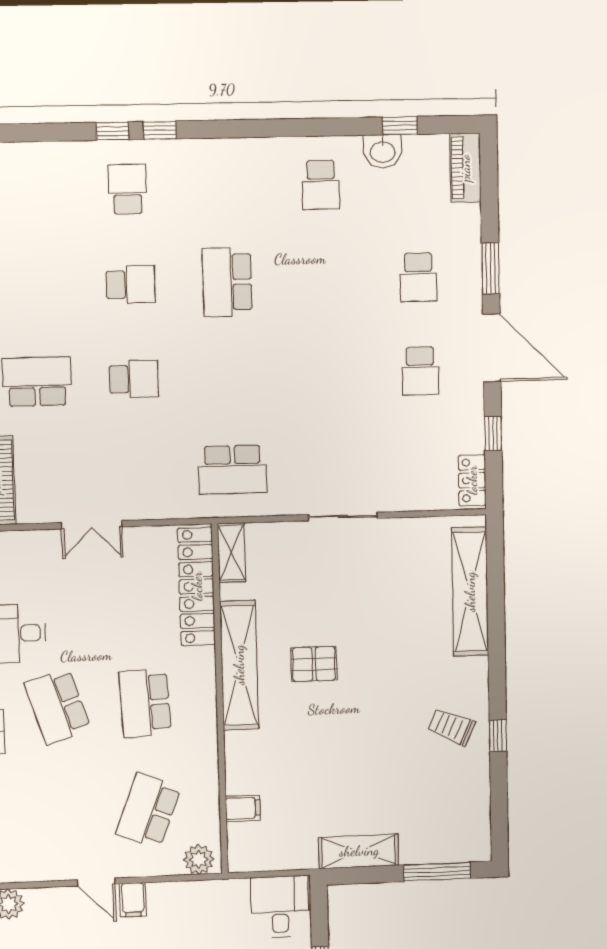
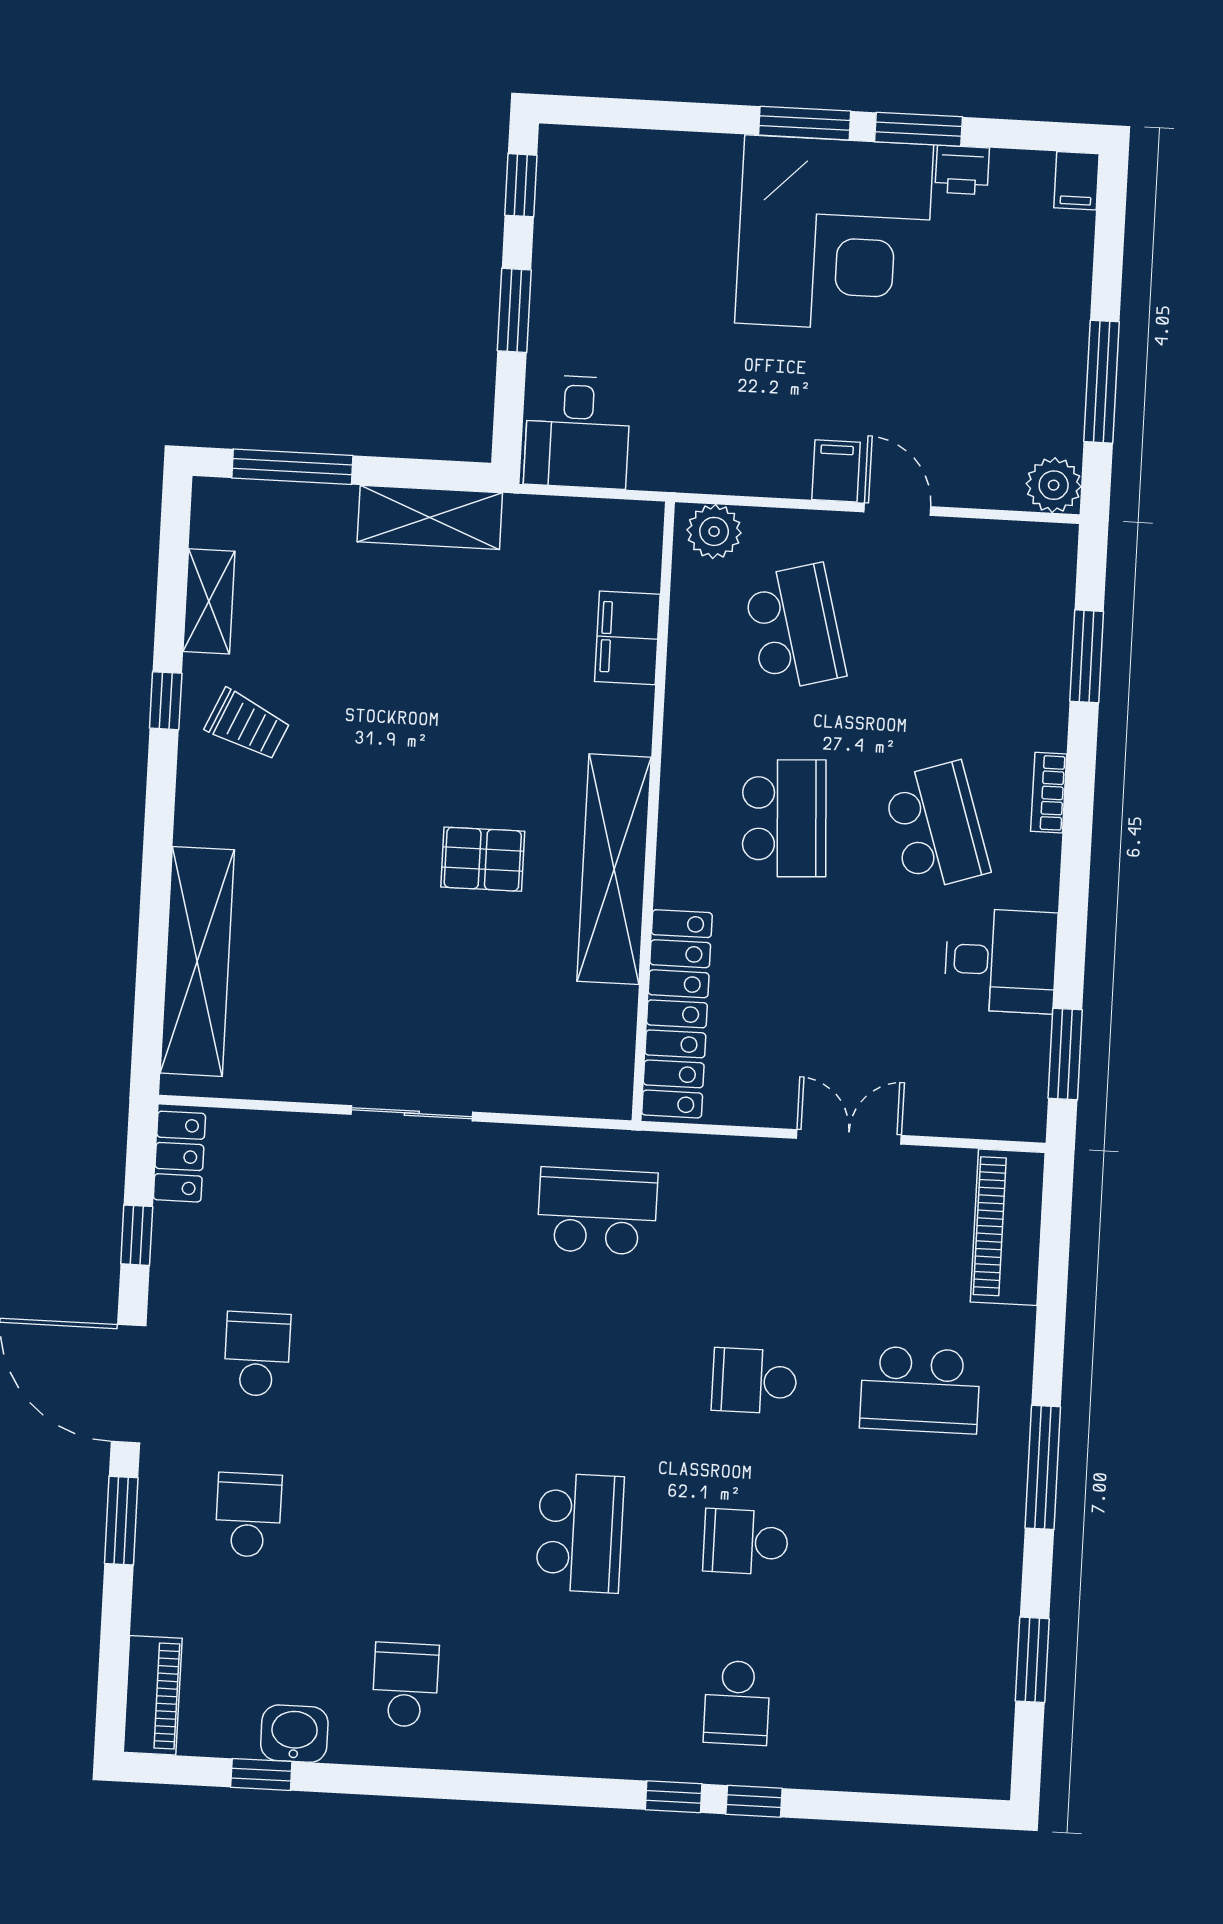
shelving: (231, 553) -> (209, 601), moved
filing cabinet: (243, 808) -> (627, 638), width x2.00
school desk: (148, 810) -> (795, 627), turned -36

